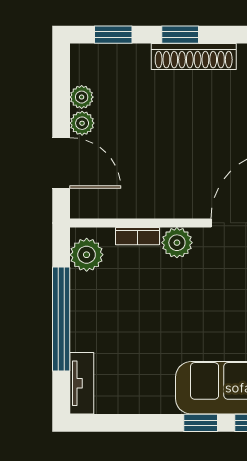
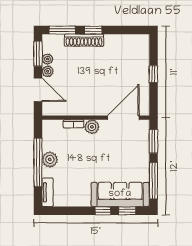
window: (113, 35) -> (62, 30), width x1.50
shoe rack: (194, 56) -> (84, 40), moved
window: (61, 85) -> (38, 54), added
plant: (87, 255) -> (50, 159), moved

